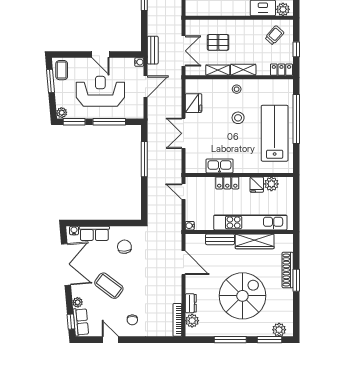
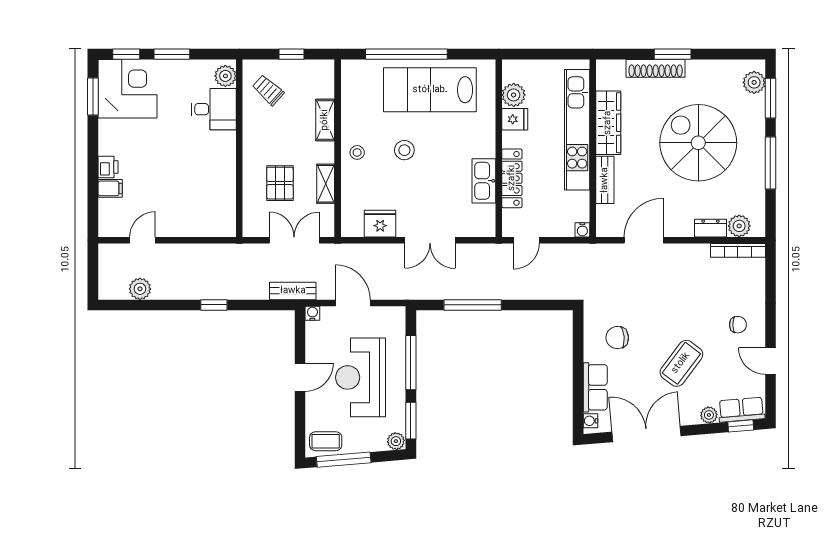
shelving: (243, 70) -> (325, 120), moved
locker: (281, 70) -> (325, 78), removed
window: (51, 81) -> (344, 460), width x1.44
locker: (227, 183) -> (512, 178), width x1.53
door: (110, 340) -> (770, 361), hinge flipped

